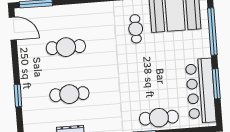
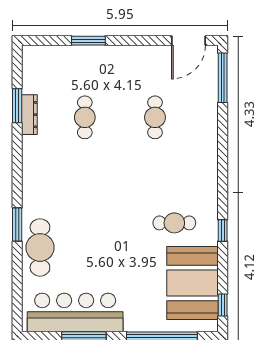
cafe table: (66, 47) -> (155, 117), width x0.73, depth x0.74
cafe table: (69, 94) -> (85, 117), width x0.73, depth x0.74

